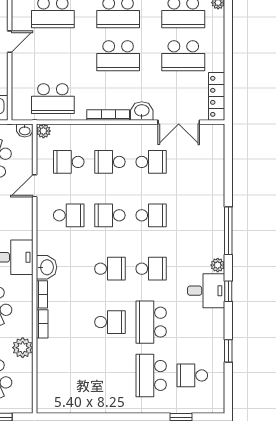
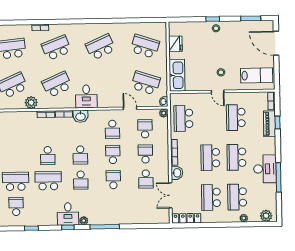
school desk: (151, 215) -> (113, 180), turned 180

